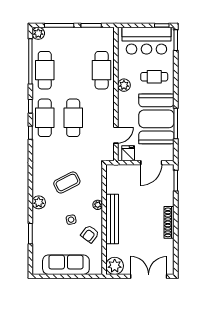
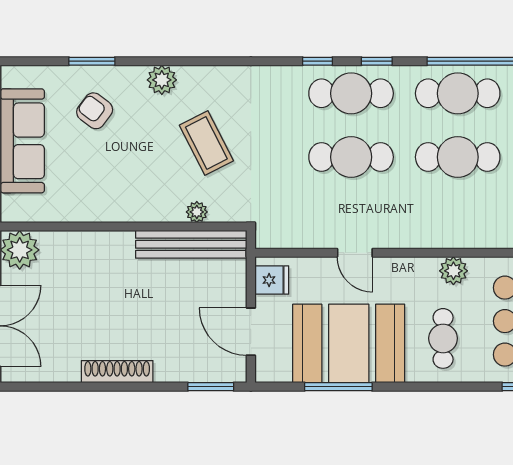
cafe table: (102, 70) -> (458, 157), moved
plant: (124, 85) -> (453, 271), moved
door: (116, 135) -> (355, 253), moved
plant: (98, 205) -> (197, 212), moved
bench: (112, 219) -> (191, 244), moved
side table: (71, 220) -> (123, 152), removed
armchair: (90, 234) -> (95, 111), moved

